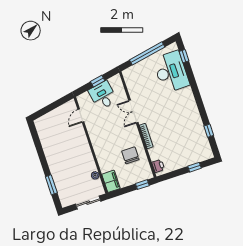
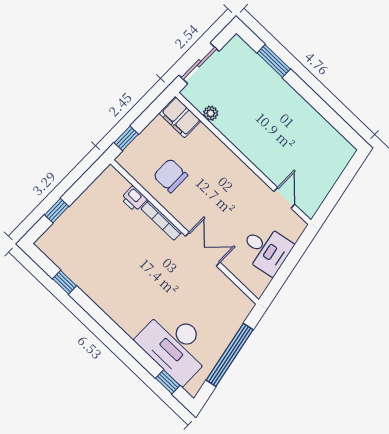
window: (98, 81) -> (287, 268), removed
chair: (130, 155) -> (171, 176), turned 180
printer: (158, 166) -> (134, 199), moved

